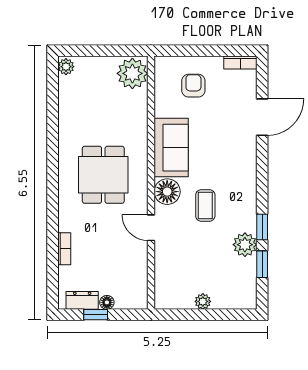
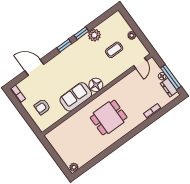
plant: (132, 73) -> (56, 137), removed
coffee table: (205, 205) -> (114, 50), moved
door: (151, 228) -> (140, 63), moved
window: (262, 264) -> (64, 46), moved
window: (96, 315) -> (171, 77), width x2.17

